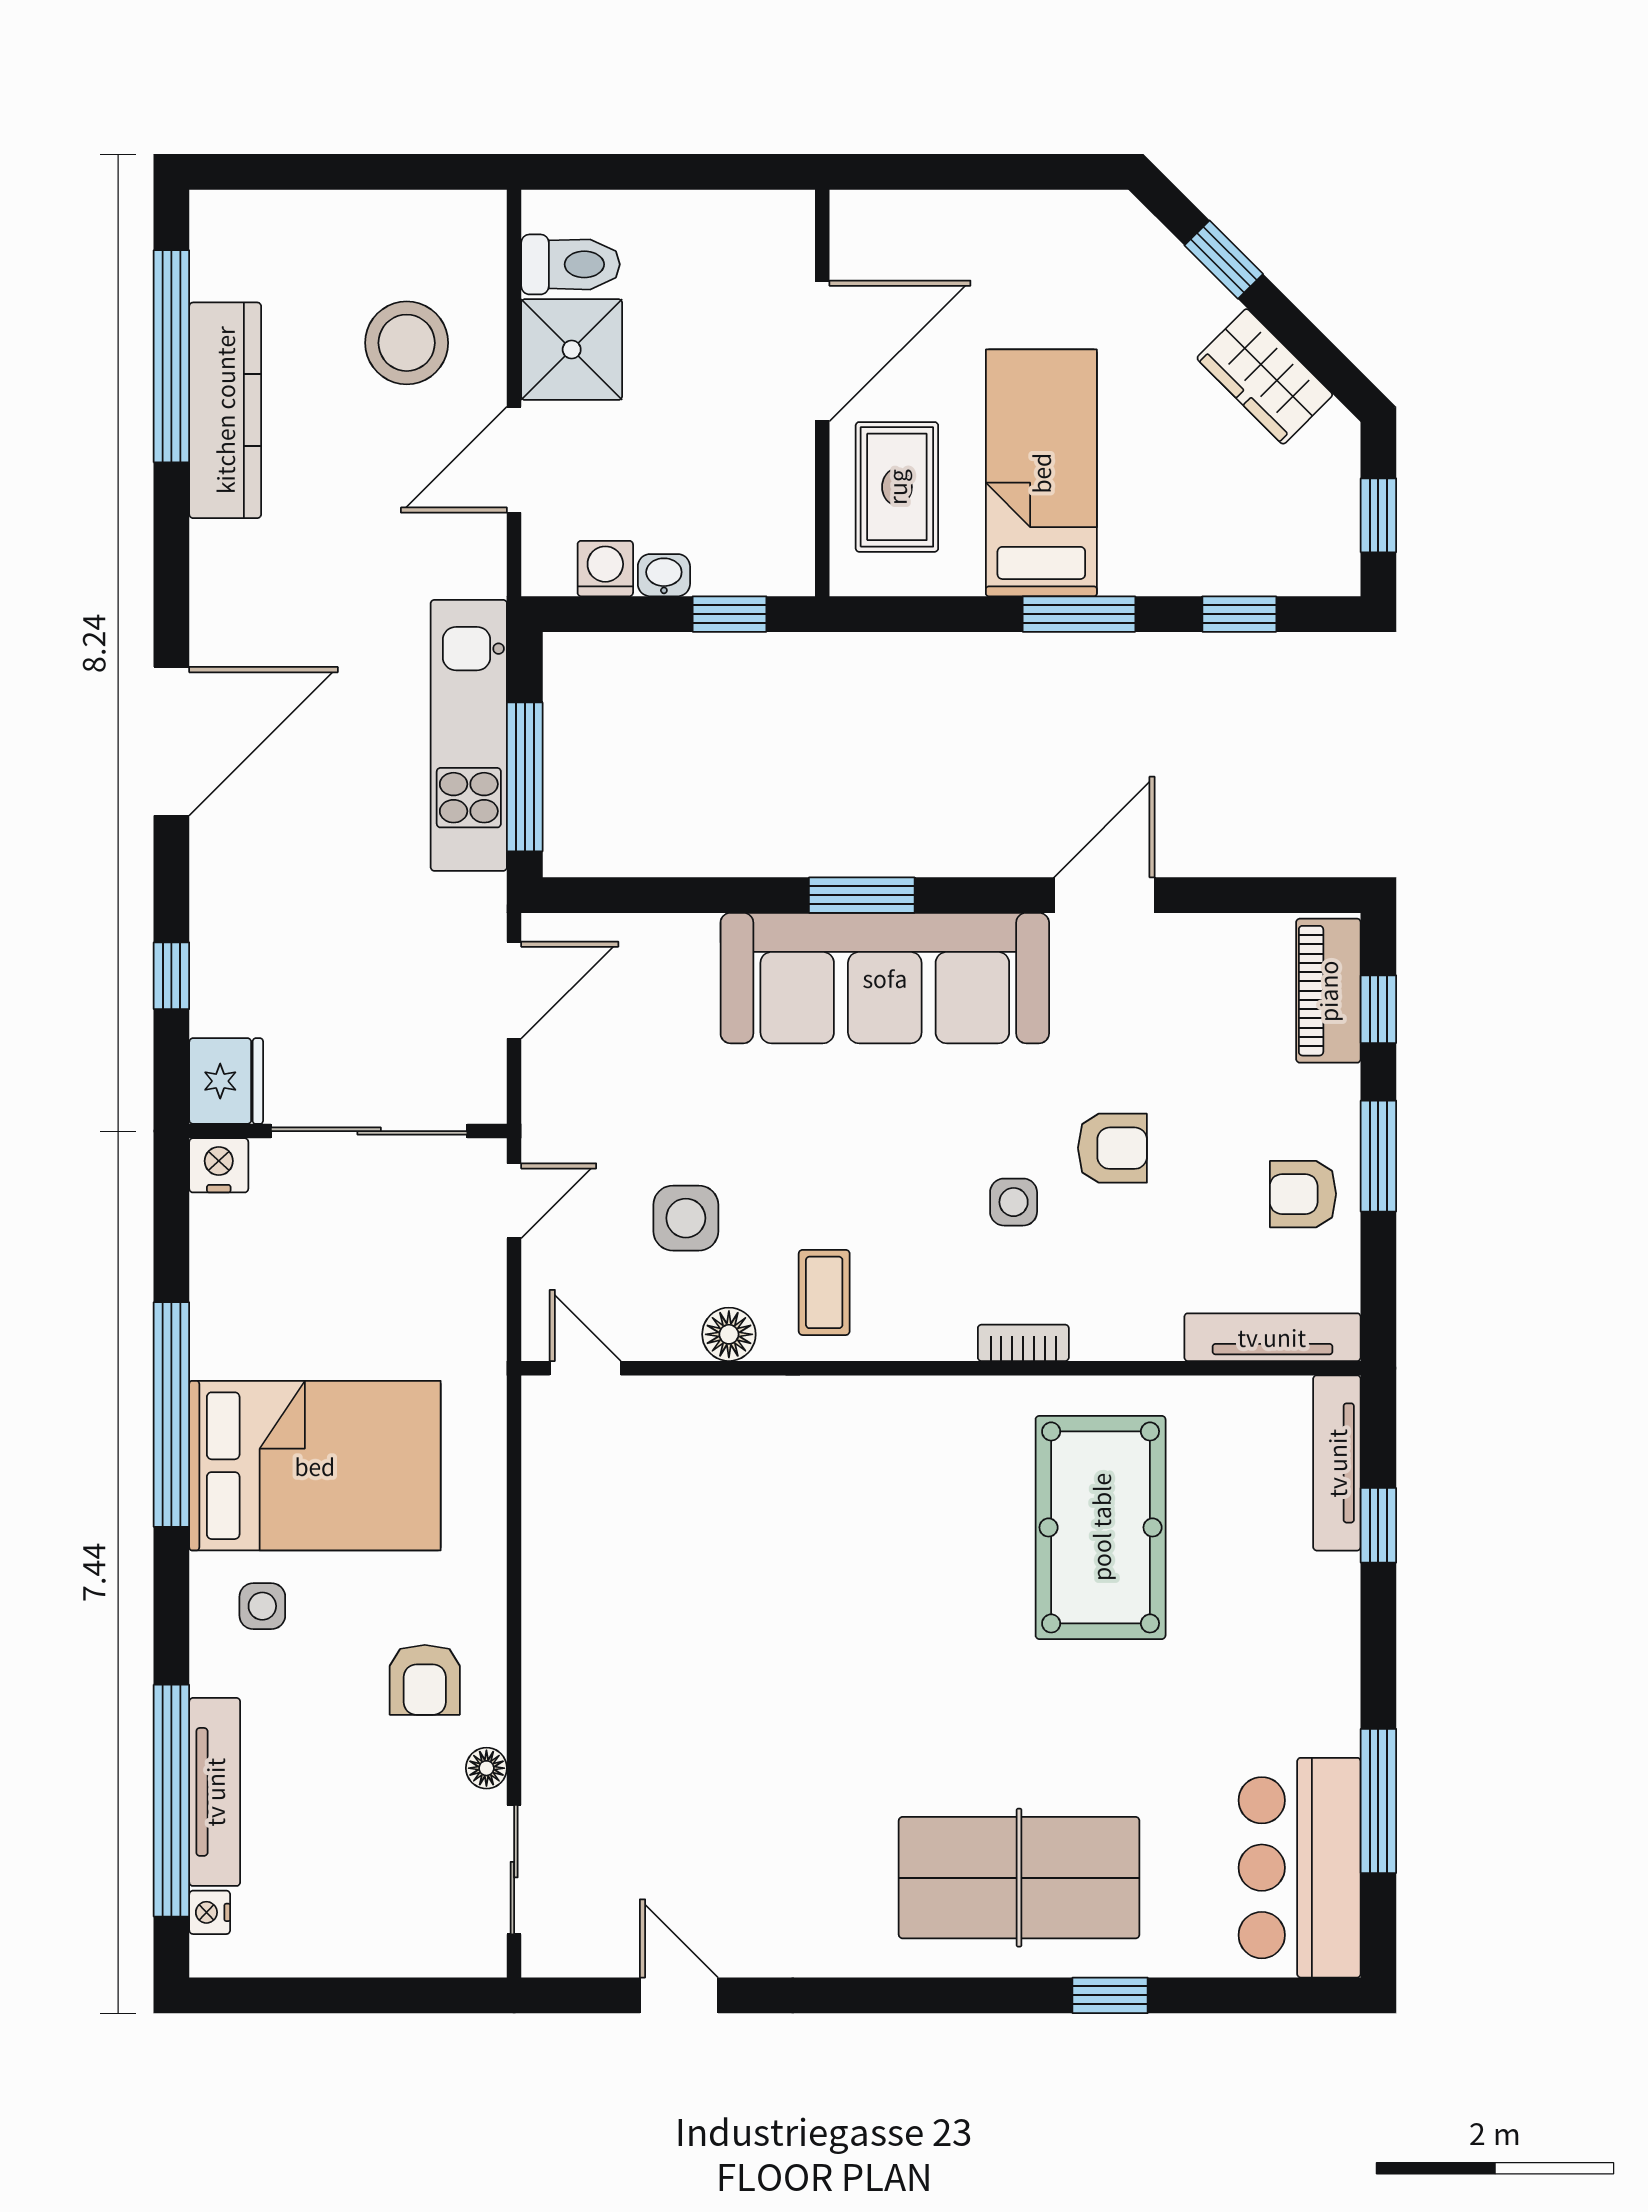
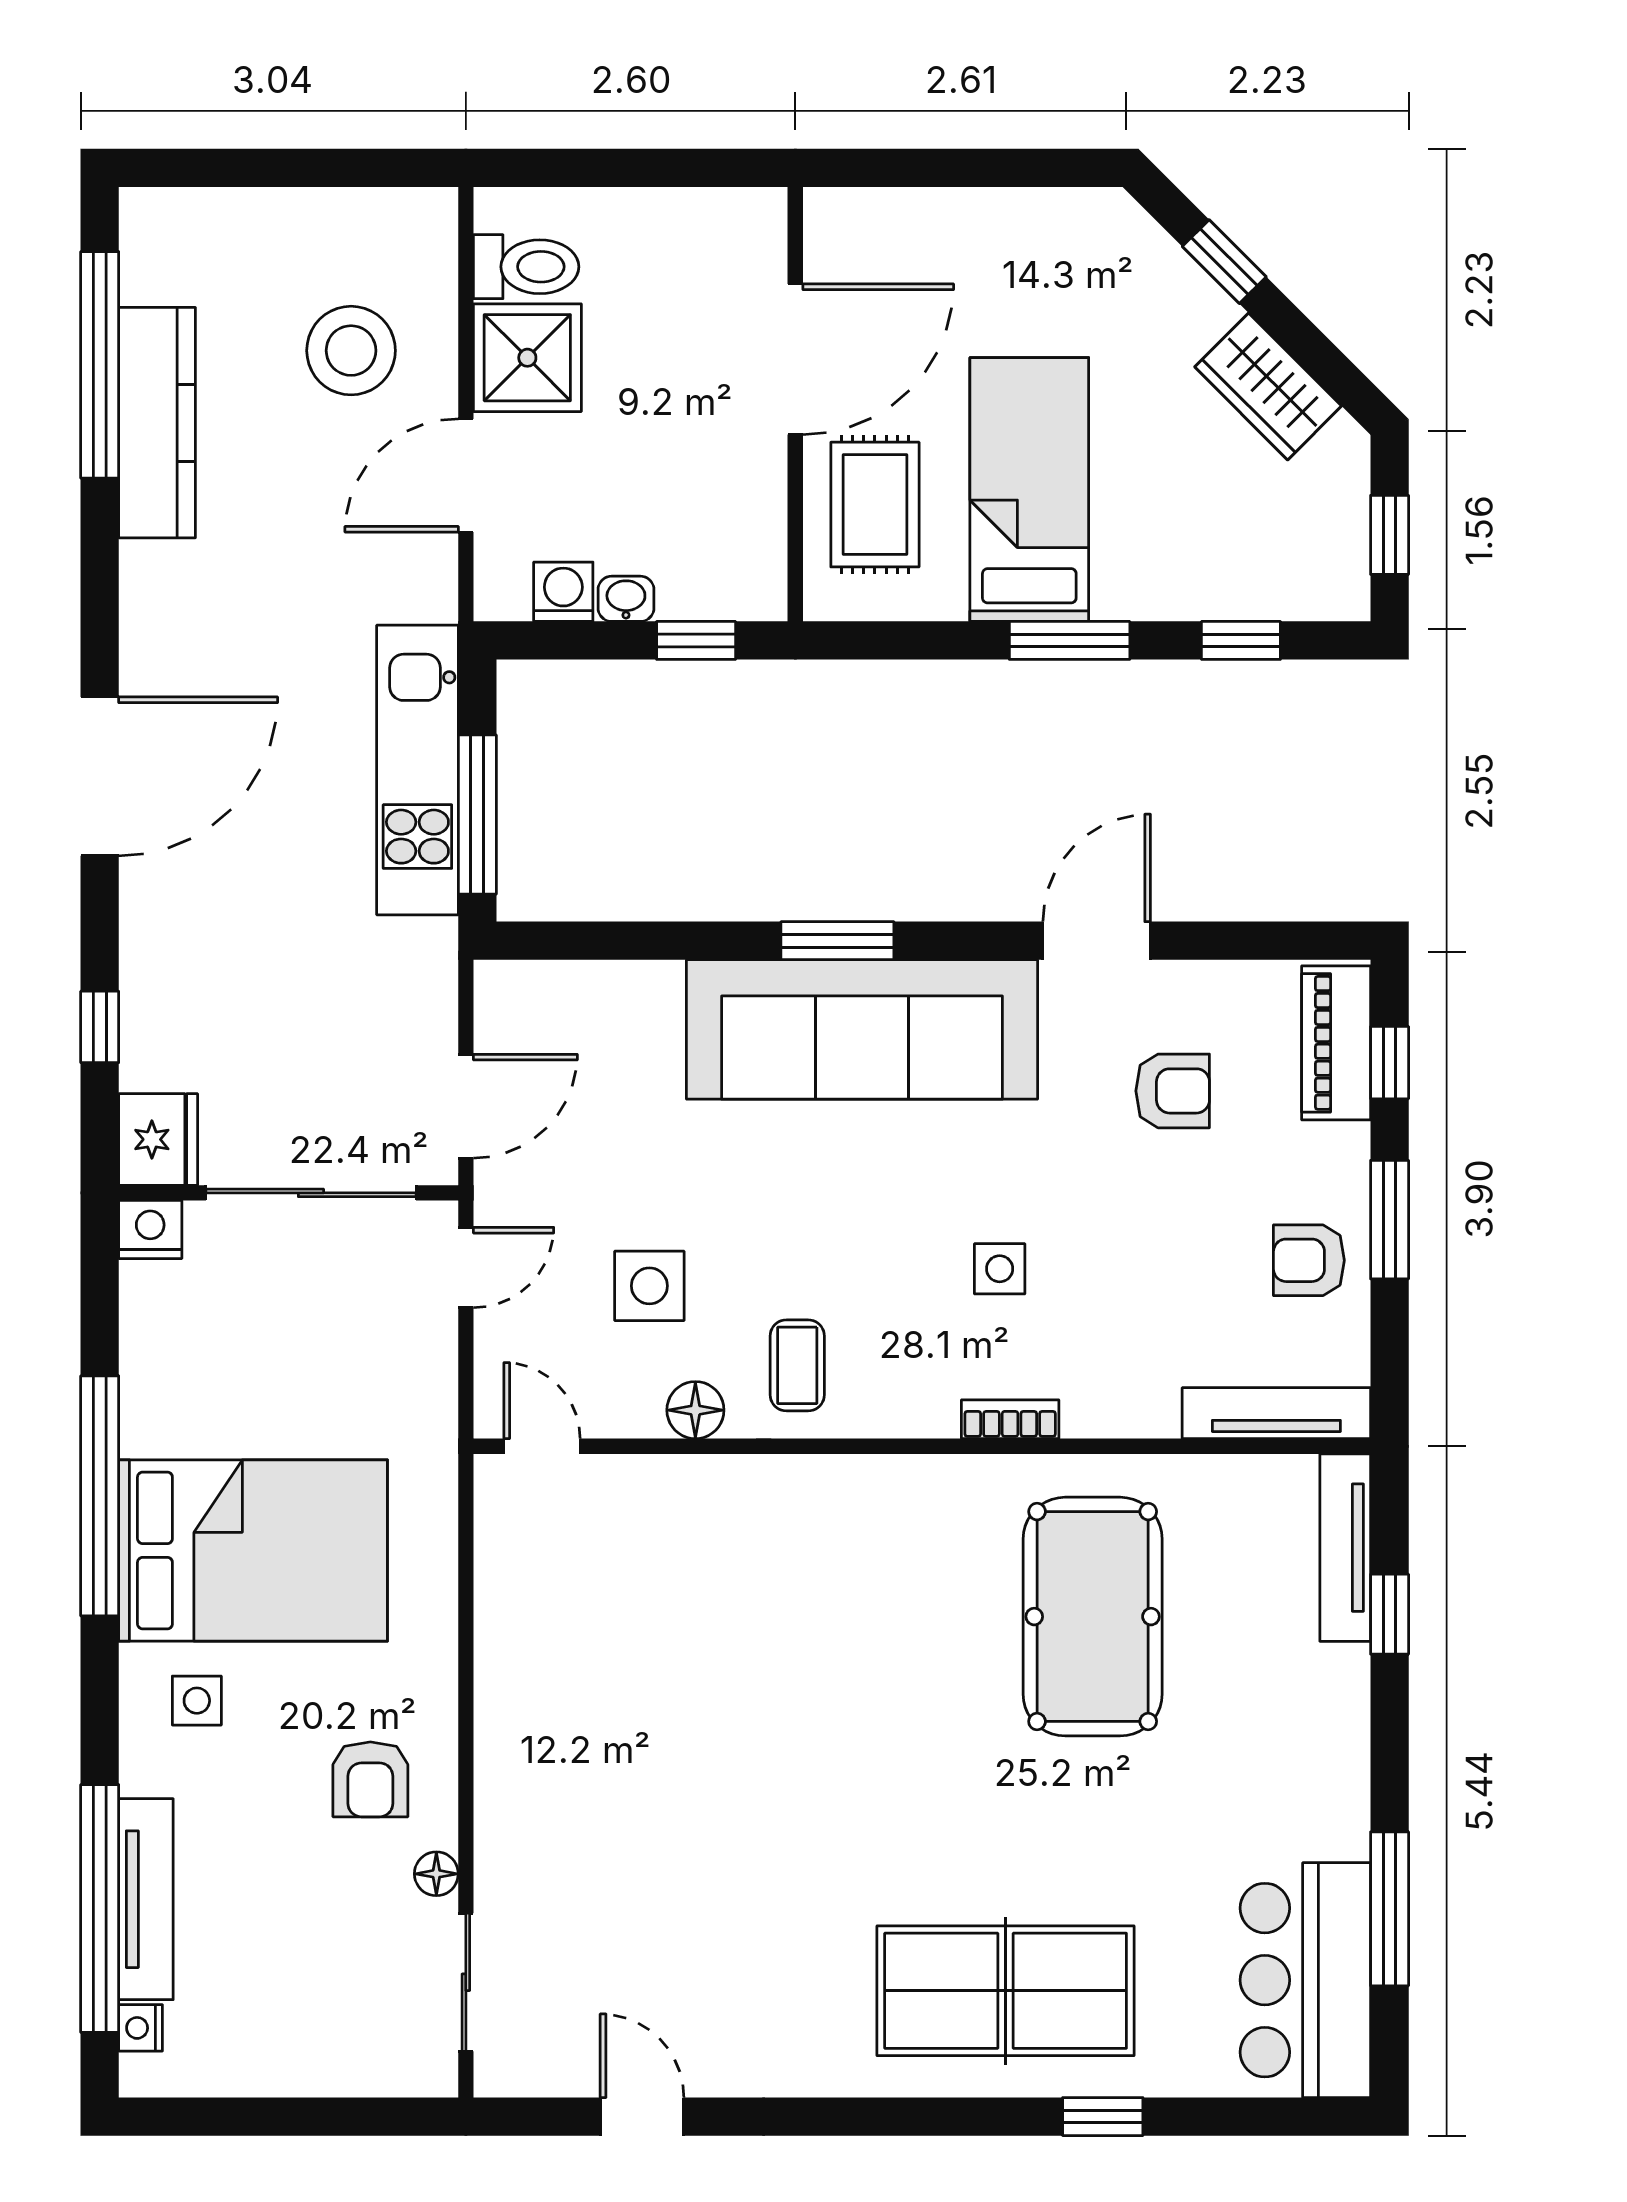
door: (514, 990) -> (466, 1106), moved
armchair: (1112, 1148) -> (1173, 1091), moved

